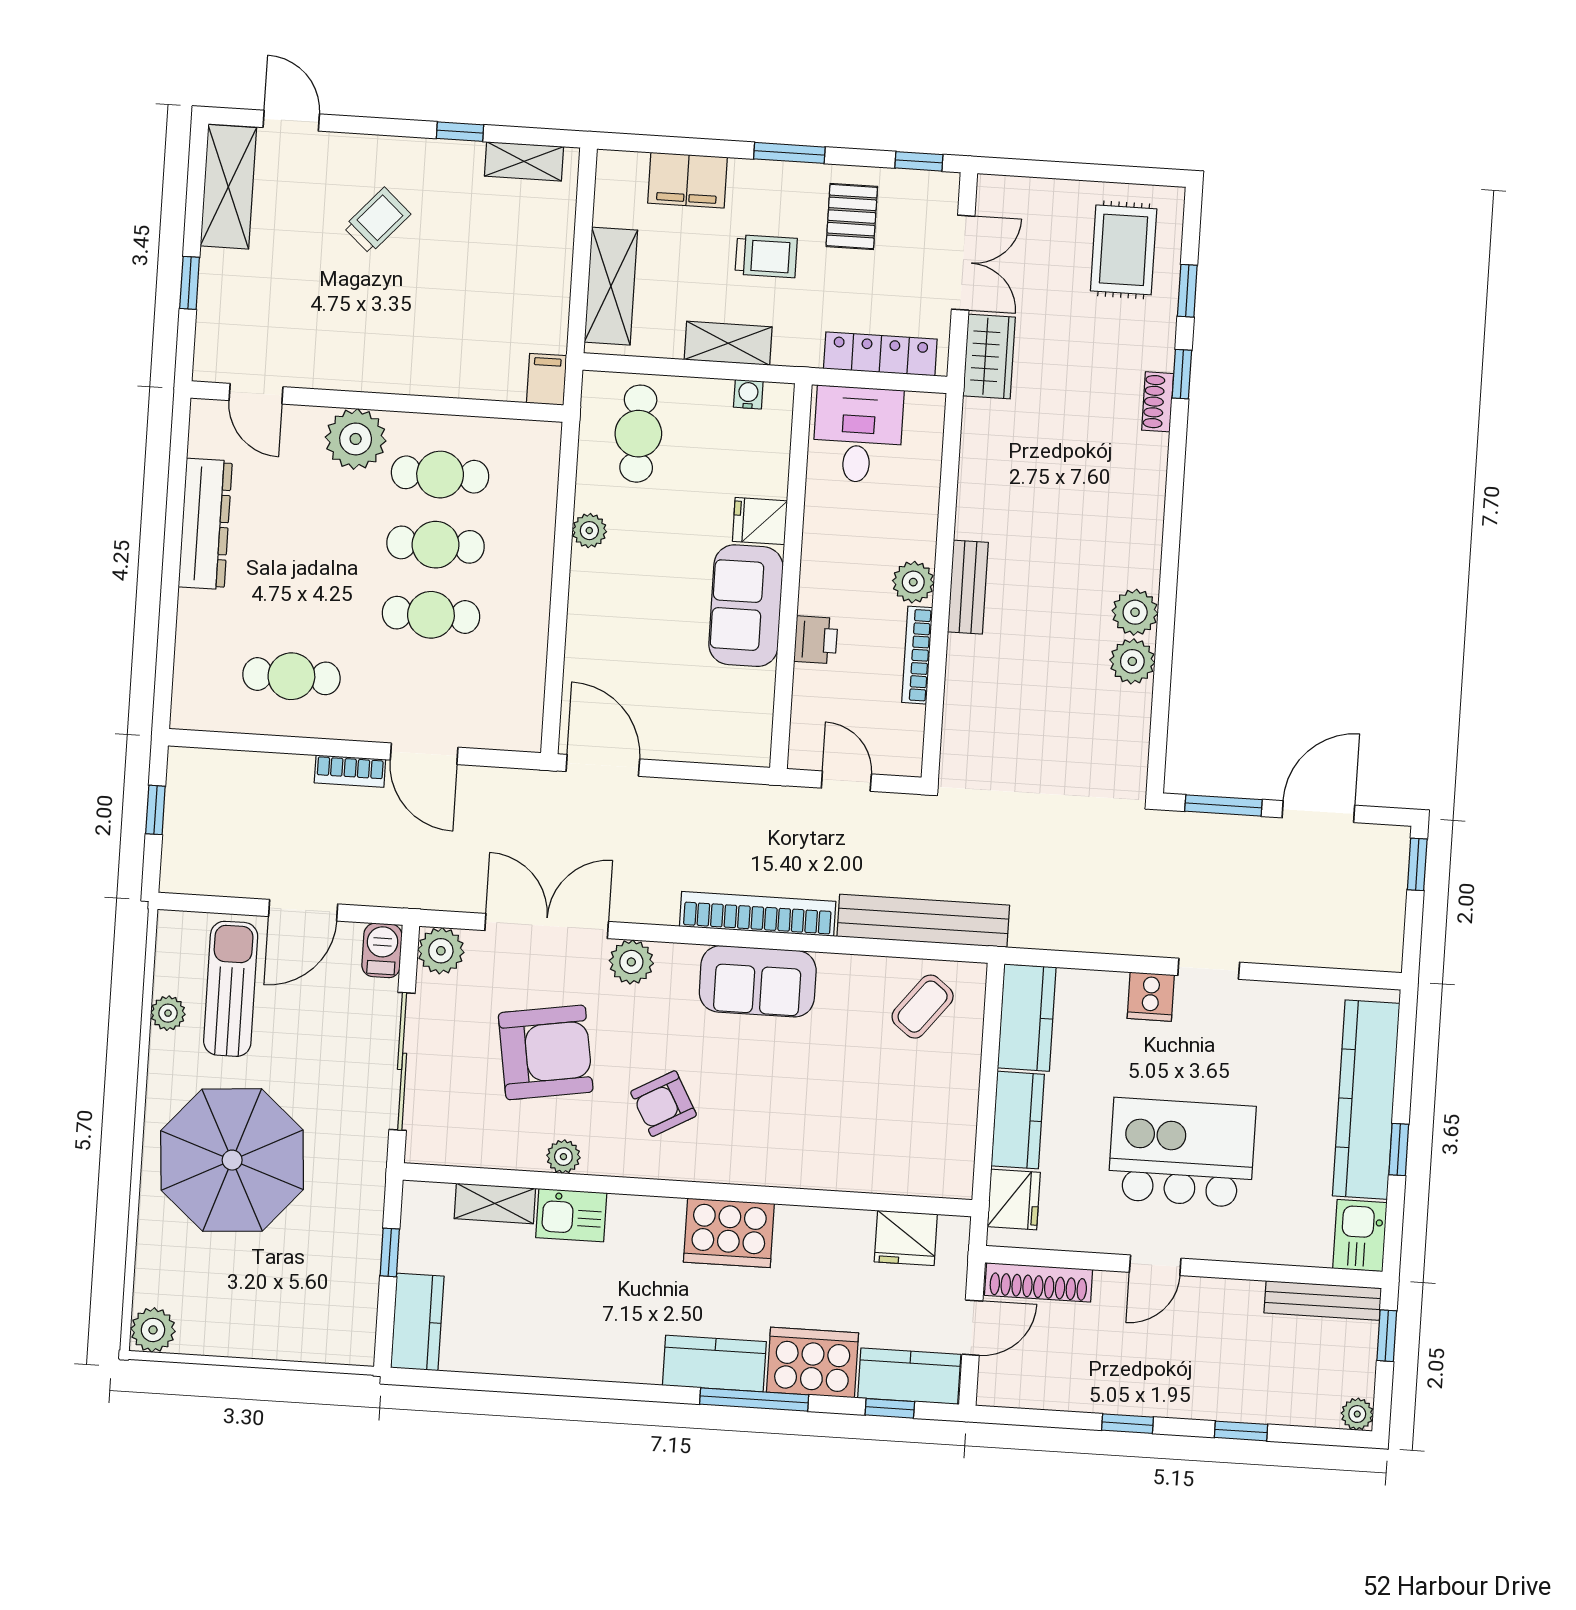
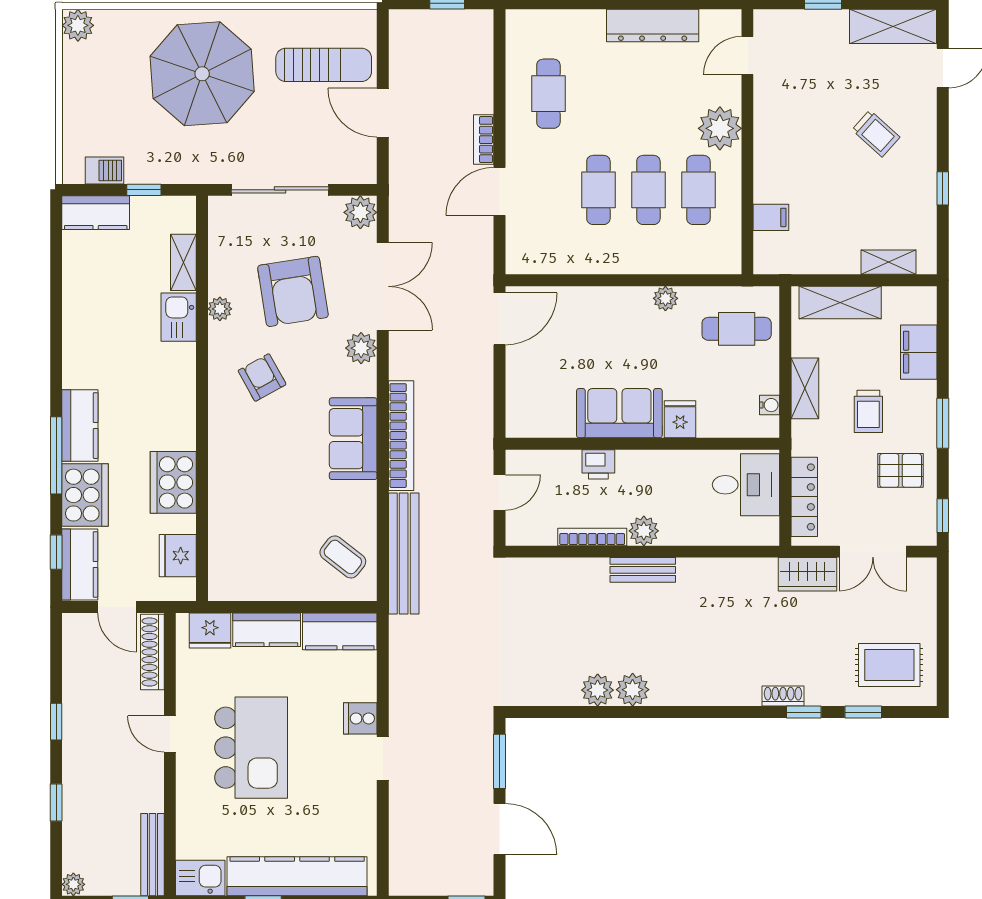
shelving: (524, 161) -> (889, 262), moved, turned 90
filing cabinet: (547, 379) -> (771, 217), moved
barbecue: (382, 950) -> (105, 171), moved
plant: (168, 1013) -> (304, 21), removed
cooker: (729, 1233) -> (173, 482), moved

